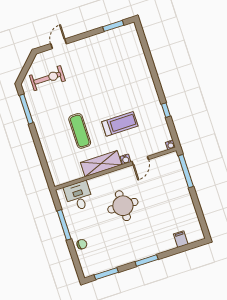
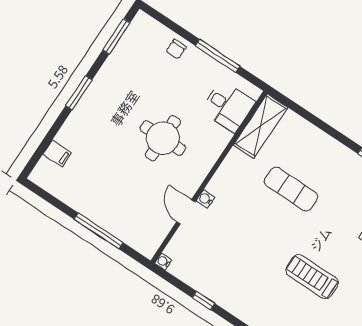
treadmill: (120, 124) -> (312, 277), moved, turned 90
shelving: (101, 164) -> (260, 126), moved
window: (186, 171) -> (99, 231), moved

